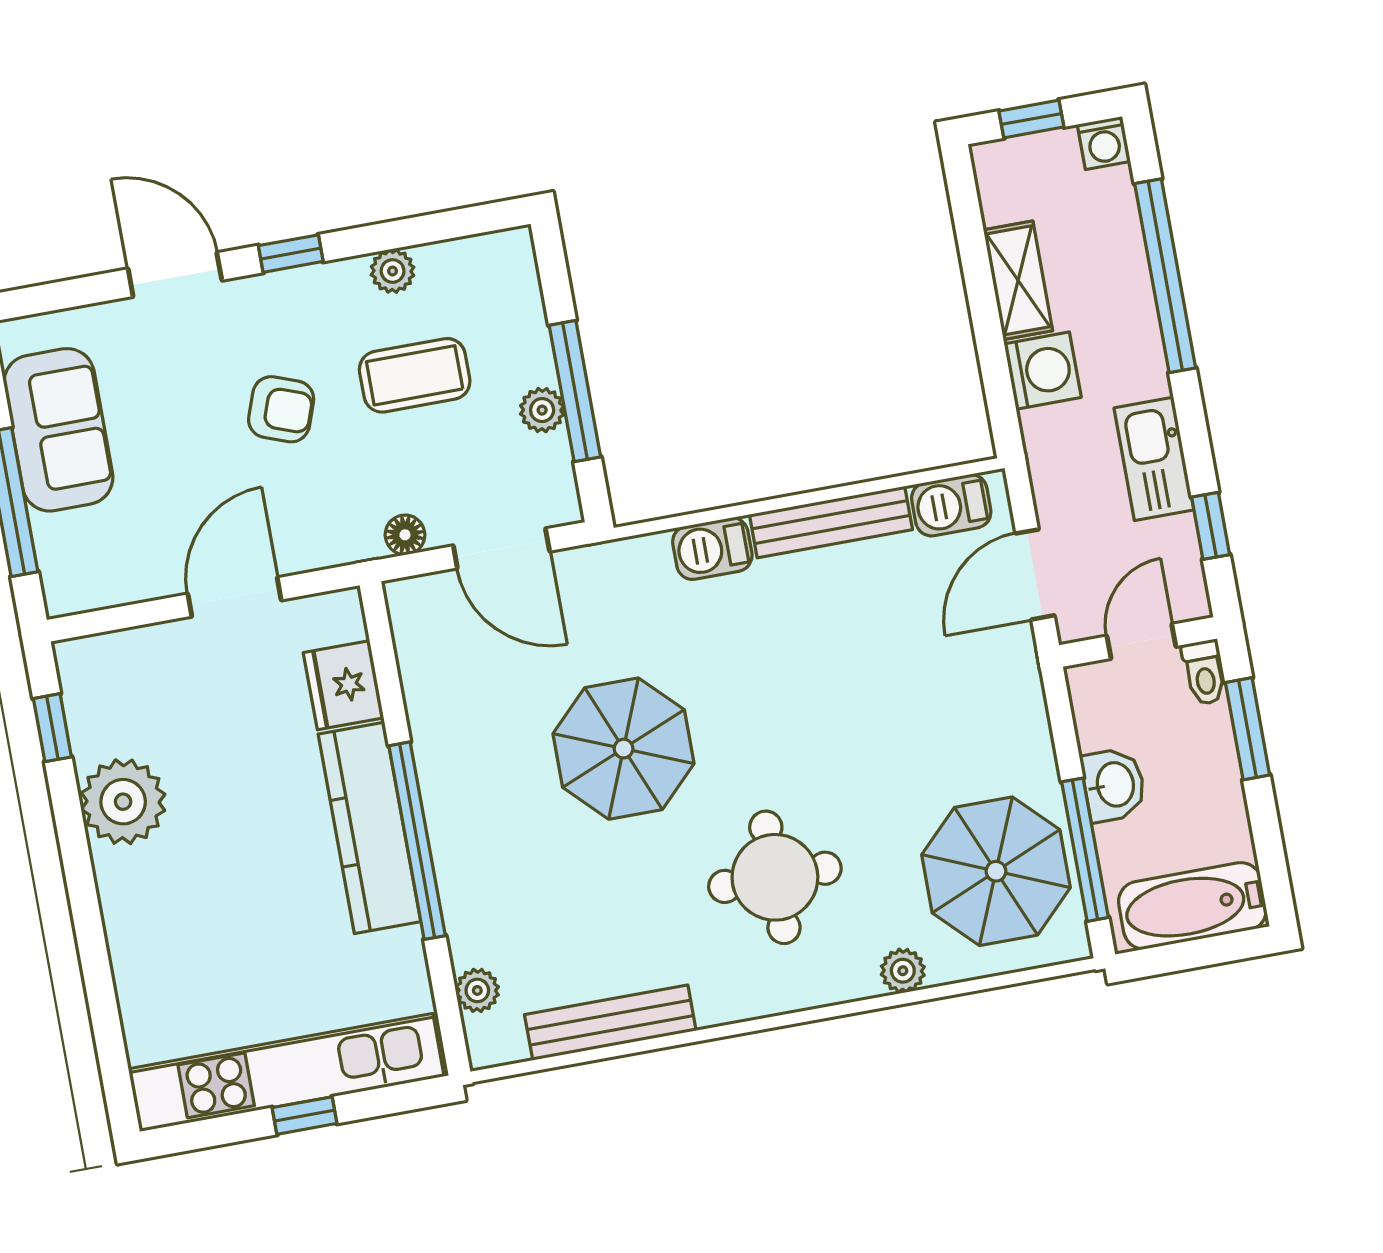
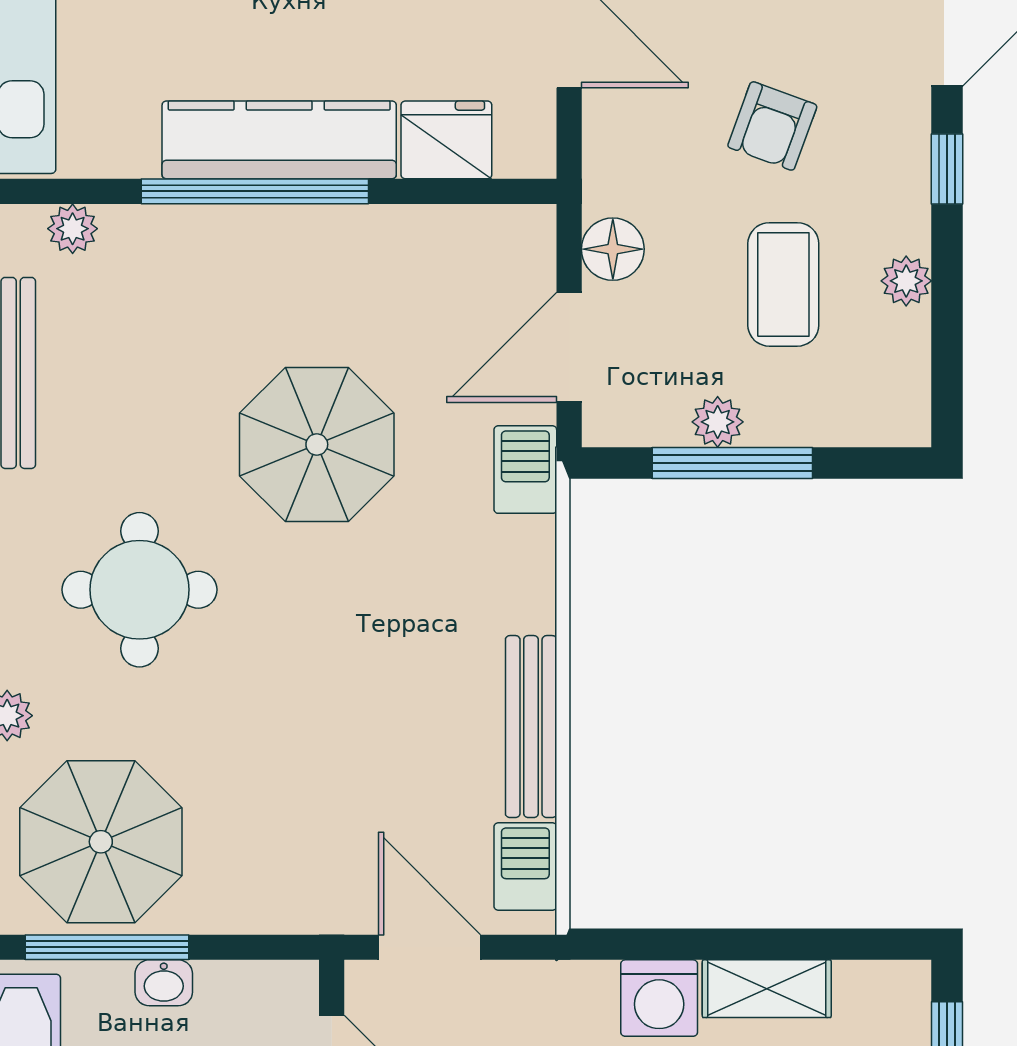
floor lamp: (405, 535) -> (613, 249), width x1.37, depth x1.37
barbecue: (712, 549) -> (525, 470), moved
washbasin: (1114, 785) -> (164, 983), width x0.72, depth x0.69

